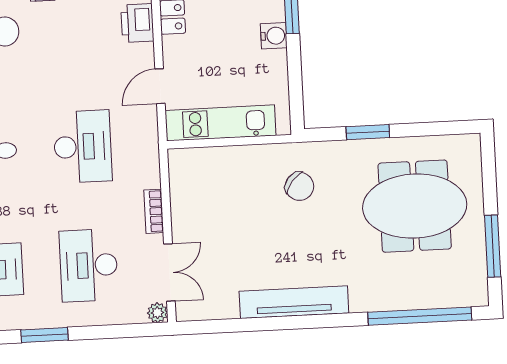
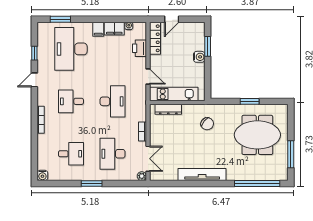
door: (160, 86) -> (148, 77), swing flipped
window: (368, 132) -> (250, 101), moved
dresser: (210, 158) -> (168, 109), added

